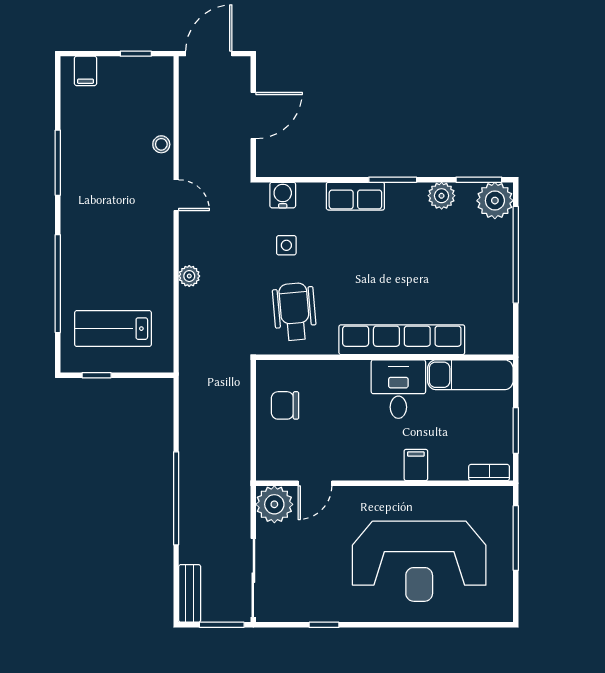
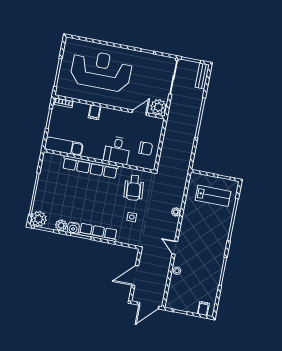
water cooler: (283, 195) -> (73, 228), moved
row of seats: (355, 196) -> (98, 232), width x1.48
desk: (398, 389) -> (117, 150), moved

